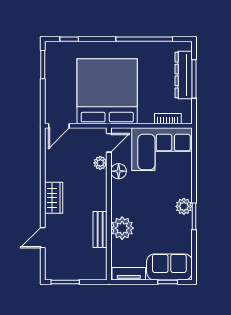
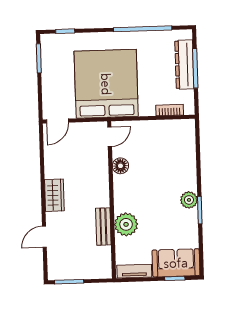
corner sofa: (162, 149) -> (165, 142), removed
plant: (100, 163) -> (101, 158), removed

